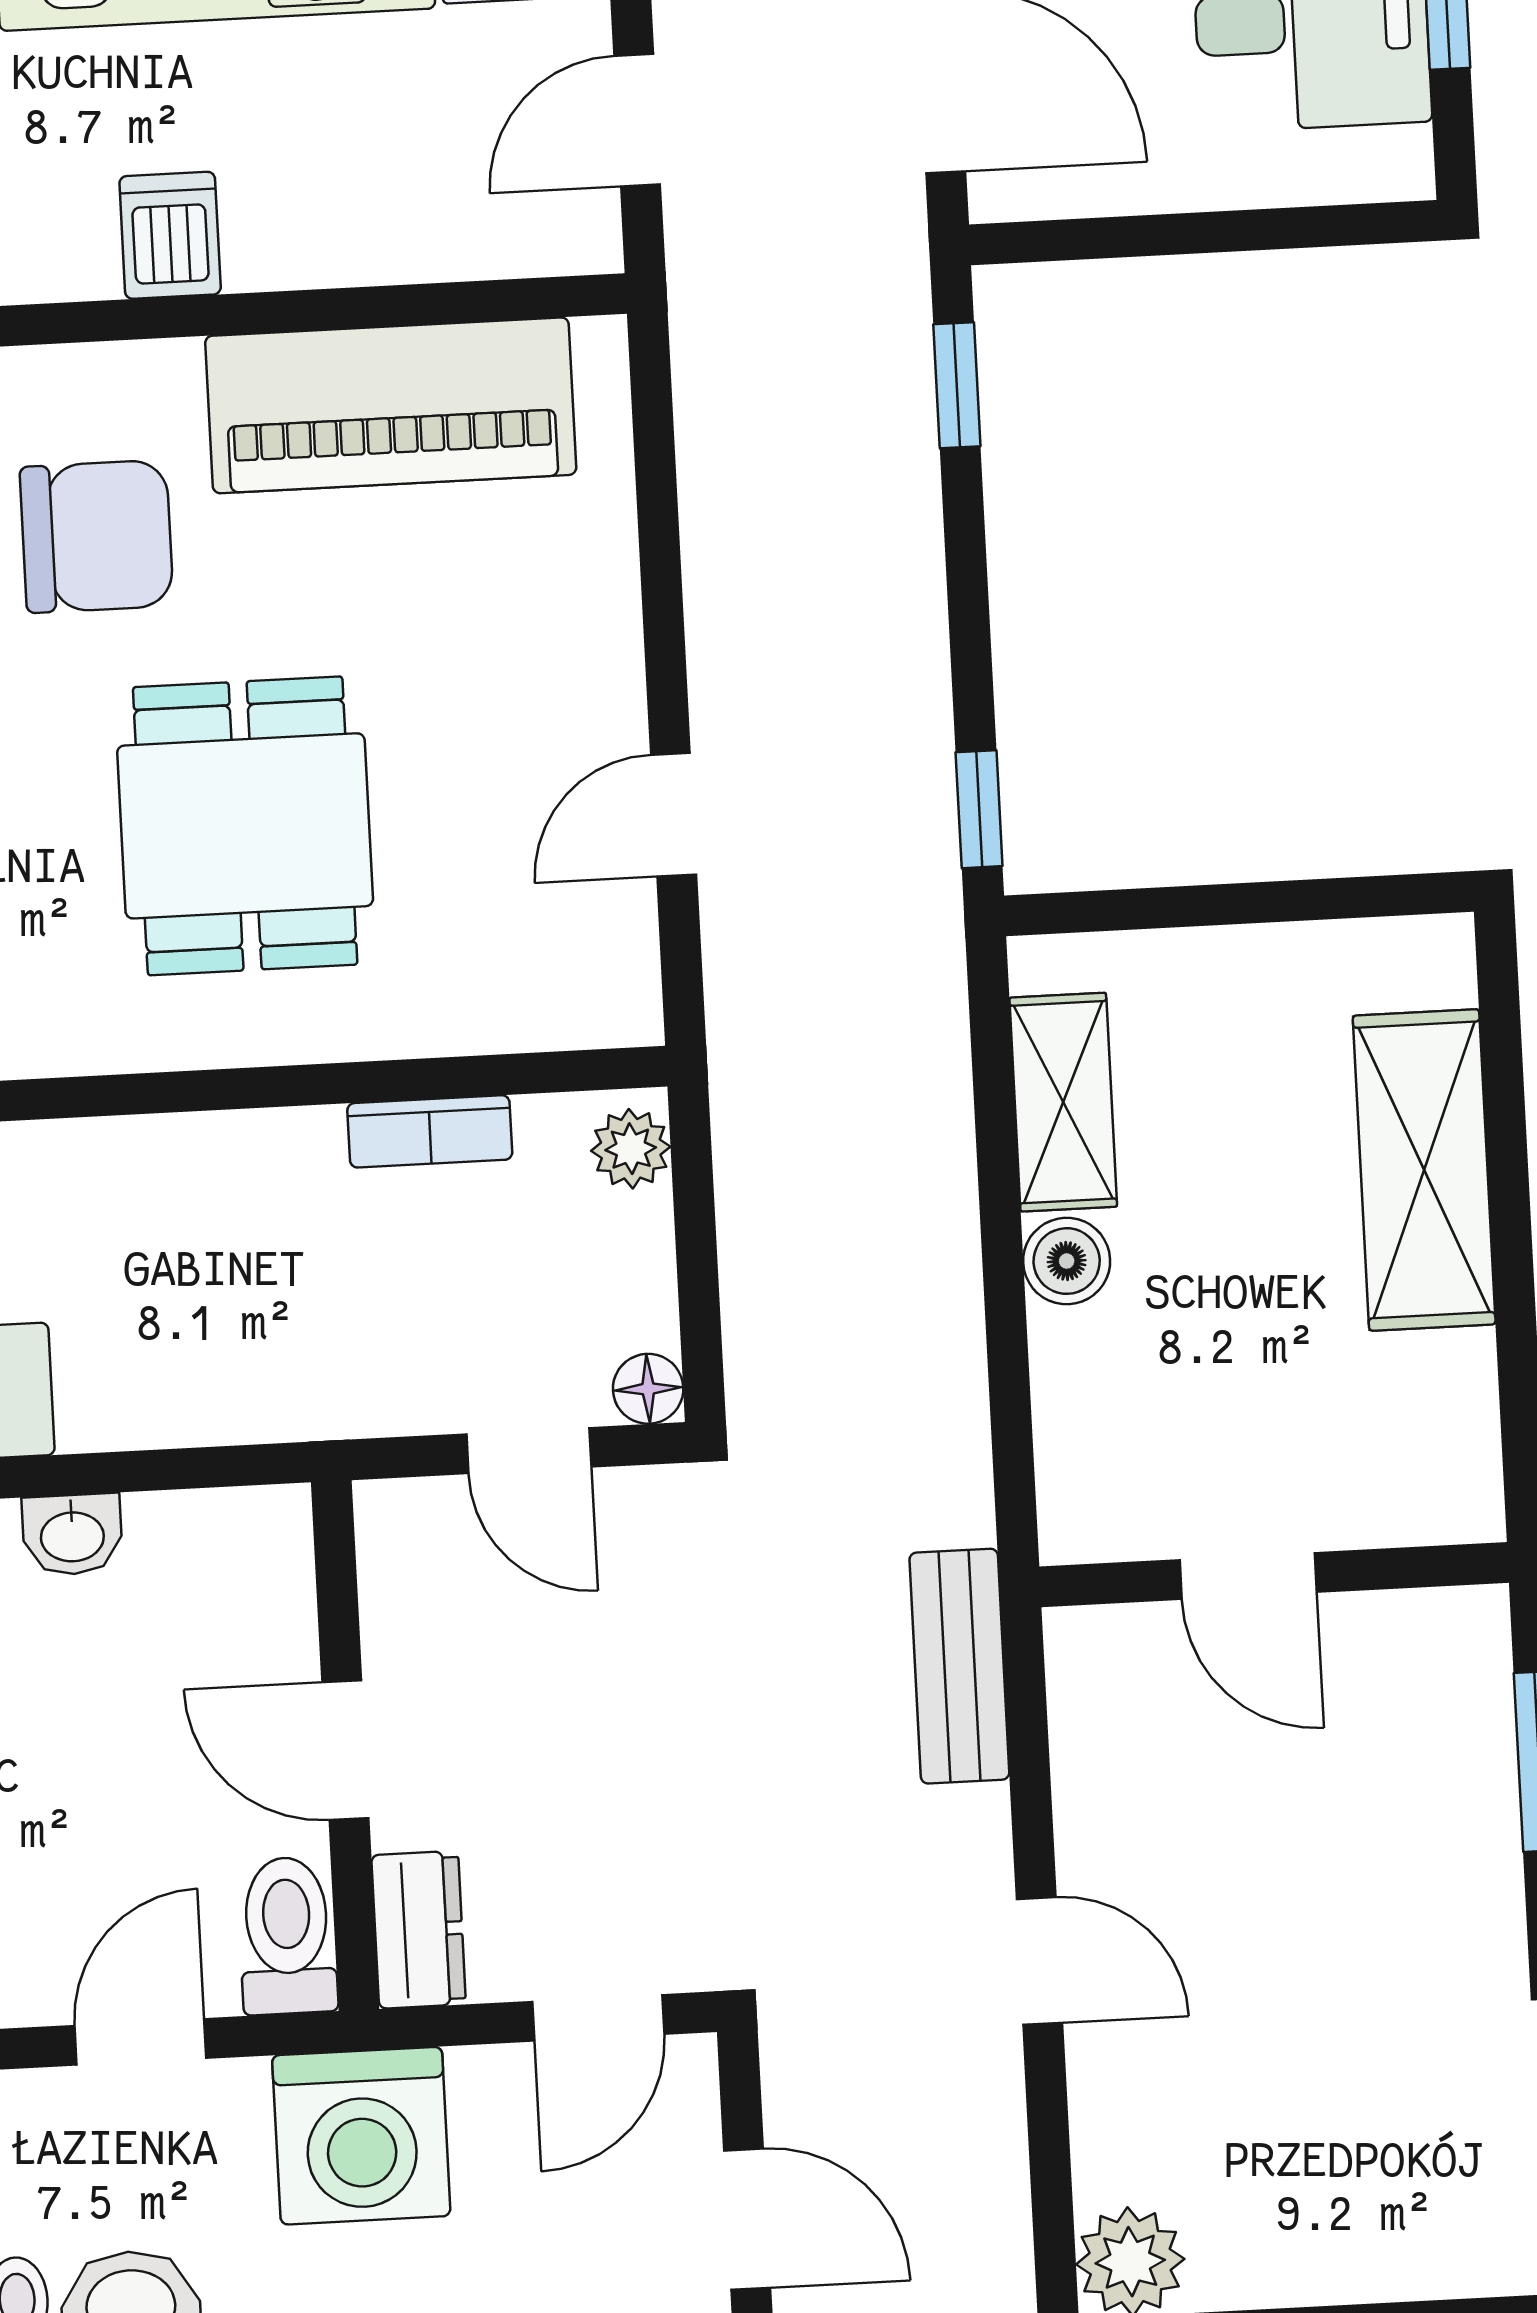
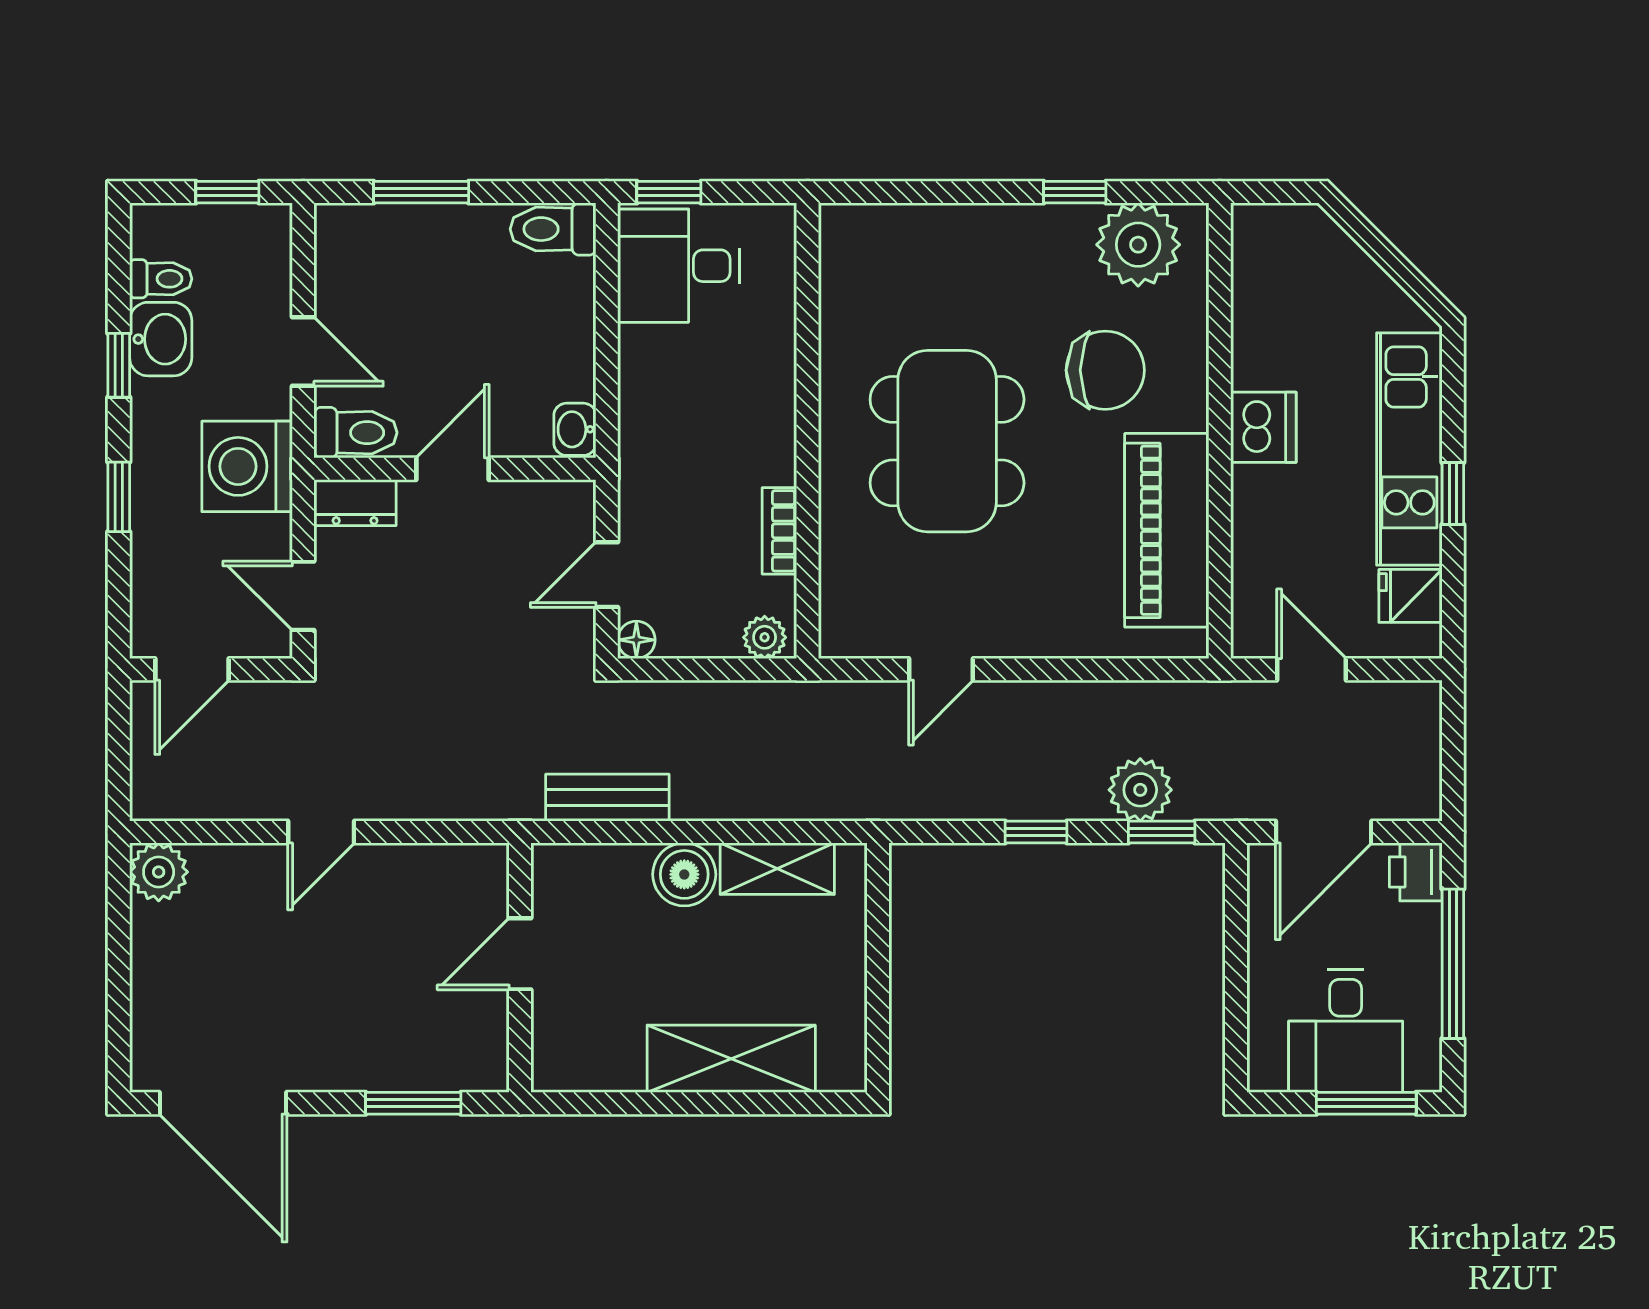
dishwasher: (170, 235) -> (1263, 427), width x1.38
plant: (880, 430) -> (1140, 790), added
chair: (97, 536) -> (1105, 370), turned -90
window: (979, 809) -> (1036, 832), moved
door: (674, 815) -> (941, 669), swing flipped
dining table: (245, 826) -> (947, 441), width x1.38
boiler: (1067, 1261) -> (684, 874), width x1.36, depth x1.36
washbasin: (72, 1535) -> (575, 429), moved
bench: (959, 1666) -> (607, 798), moved

